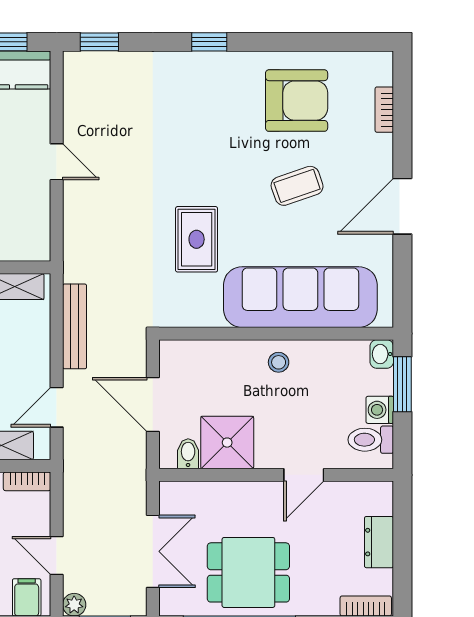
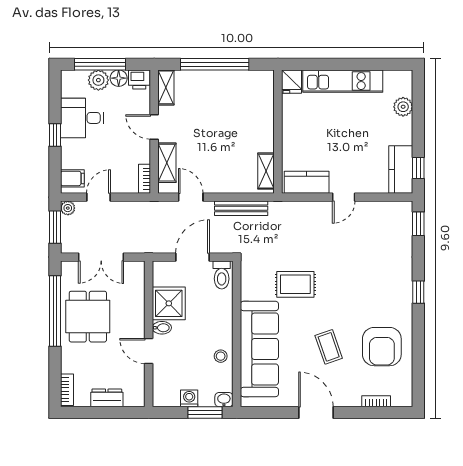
kitchen counter: (33, 221) -> (307, 182), added
stool: (279, 362) -> (221, 356), moved
toilet: (371, 440) -> (222, 275), moved, turned 180
bidet: (188, 454) -> (162, 328), moved

